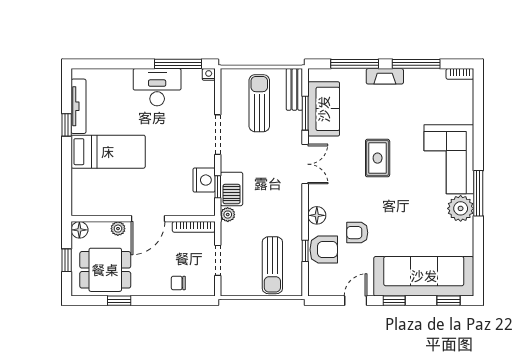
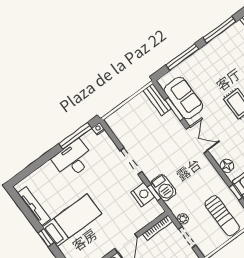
fireplace: (385, 76) -> (206, 51), removed
sun lounger: (259, 103) -> (142, 124), removed
window: (67, 125) -> (46, 238), moved
plant: (228, 215) -> (183, 219), moved

